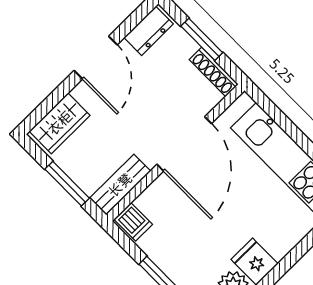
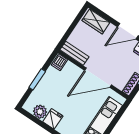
window: (67, 184) -> (70, 30), removed

